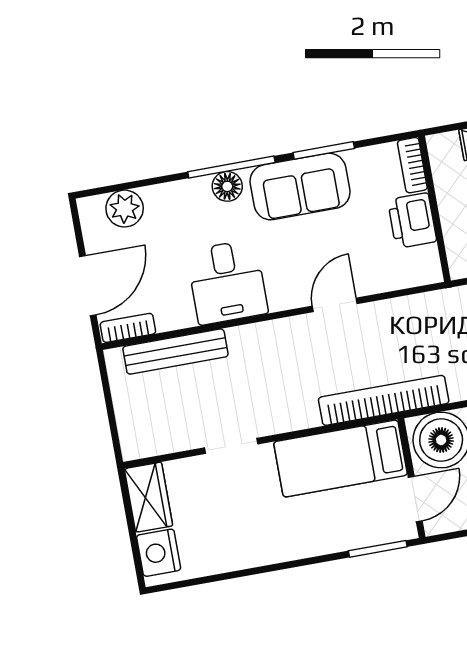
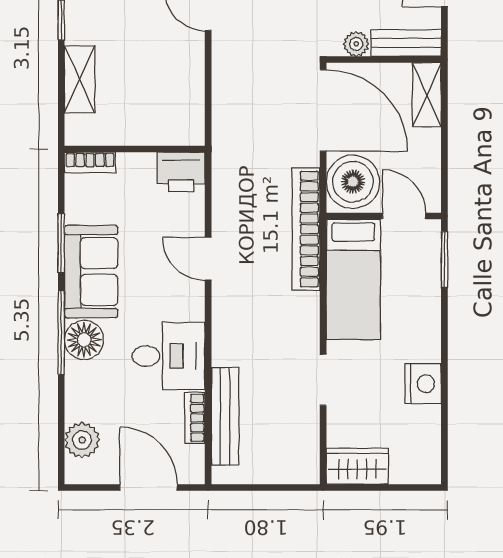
floor lamp: (227, 186) -> (84, 340), width x1.38, depth x1.38
printer: (412, 221) -> (181, 172), moved
bookcase: (128, 328) -> (195, 418), moved
nightstand: (159, 553) -> (423, 384), moved, turned -90

